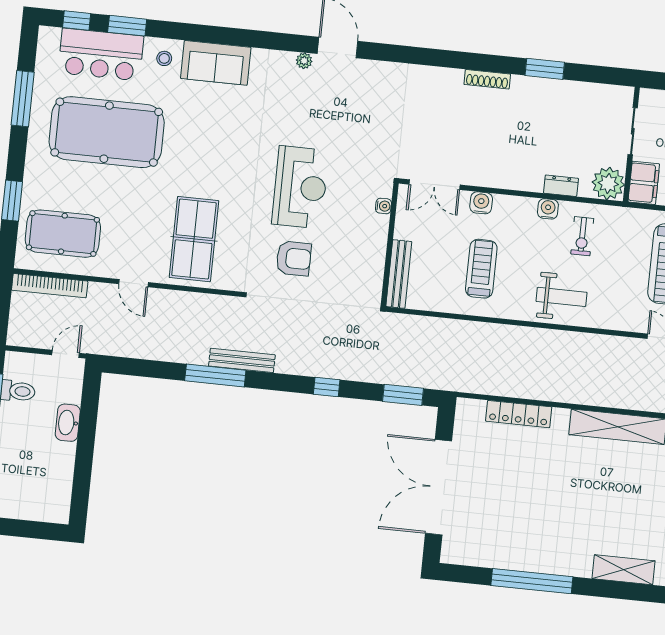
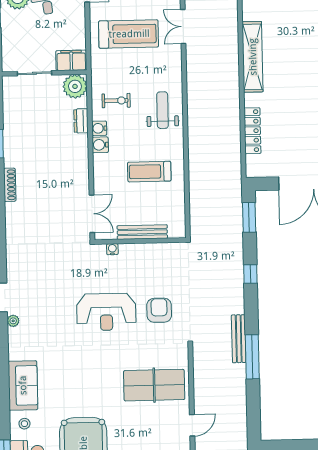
reception desk: (300, 187) -> (106, 312), turned 180
water cooler: (481, 203) -> (100, 145), moved
bench: (399, 274) -> (142, 232), moved

